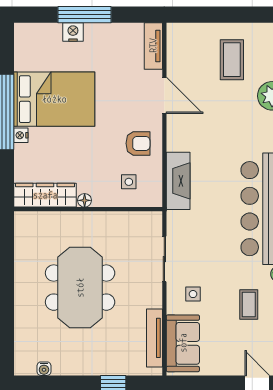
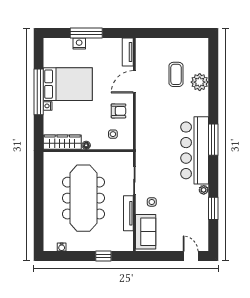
coffee table: (232, 60) -> (176, 74), moved
door: (164, 95) -> (134, 82), swing flipped
fireplace: (178, 181) -> (143, 134), removed
meeting table: (80, 288) -> (83, 198), width x1.36
coffee table: (249, 305) -> (185, 208), removed
tv unit: (154, 338) -> (128, 213), moved

